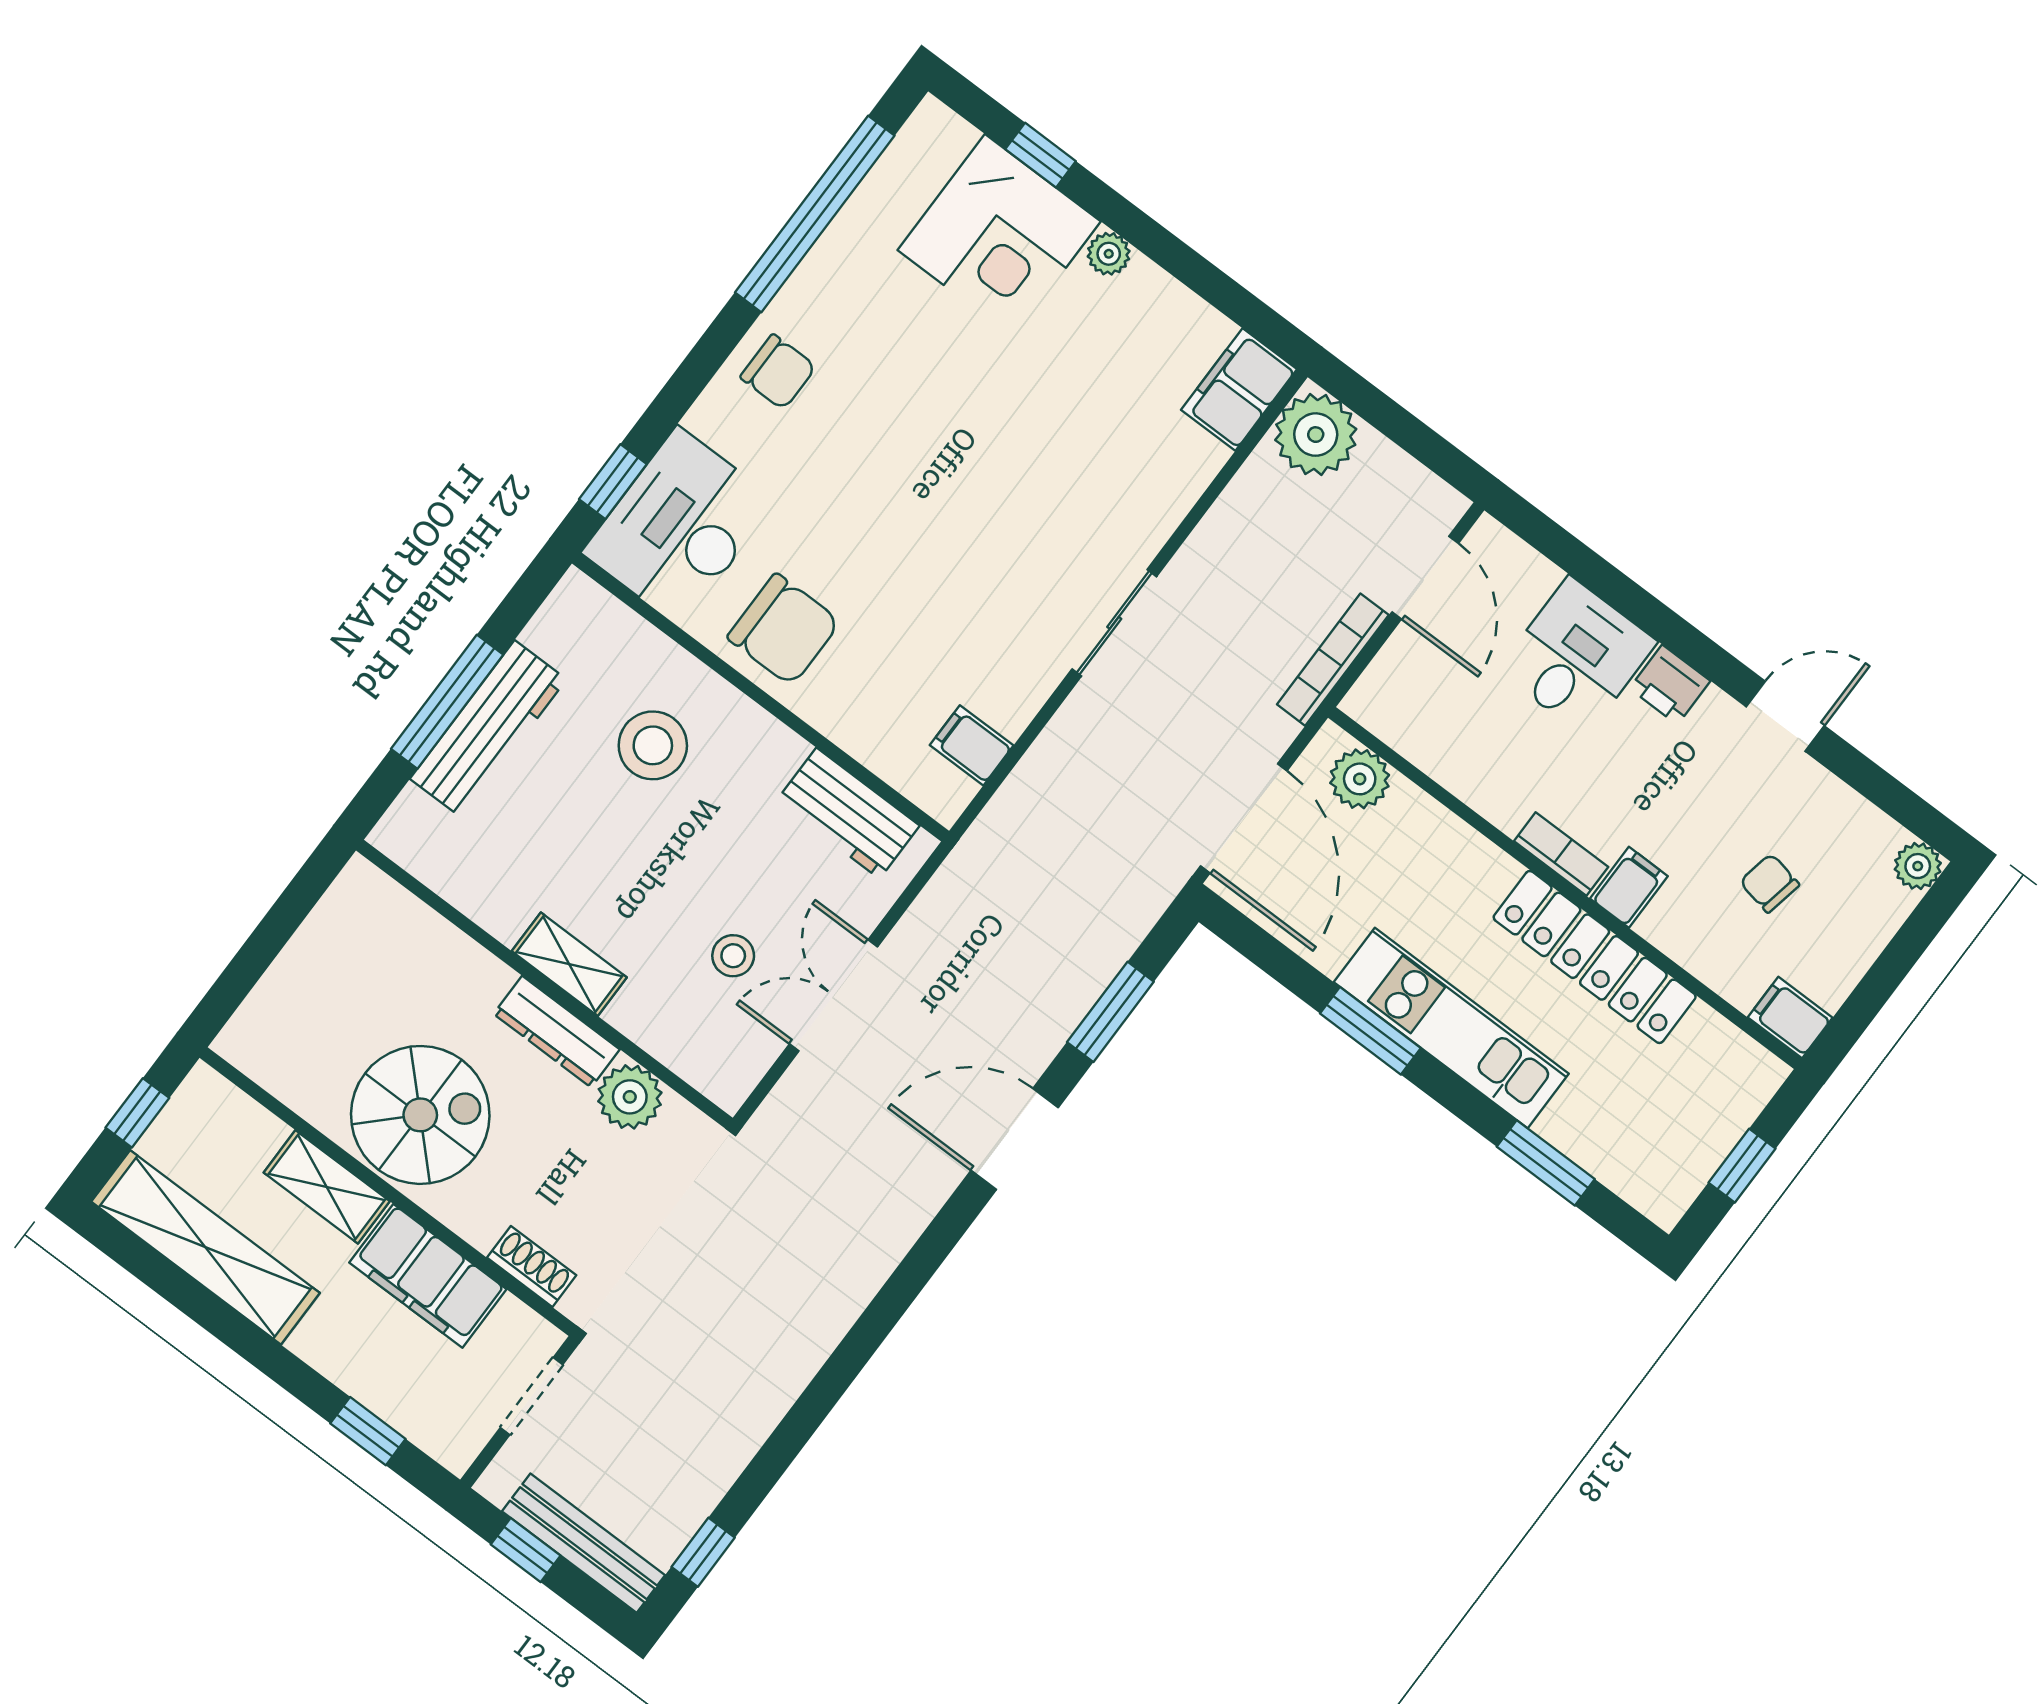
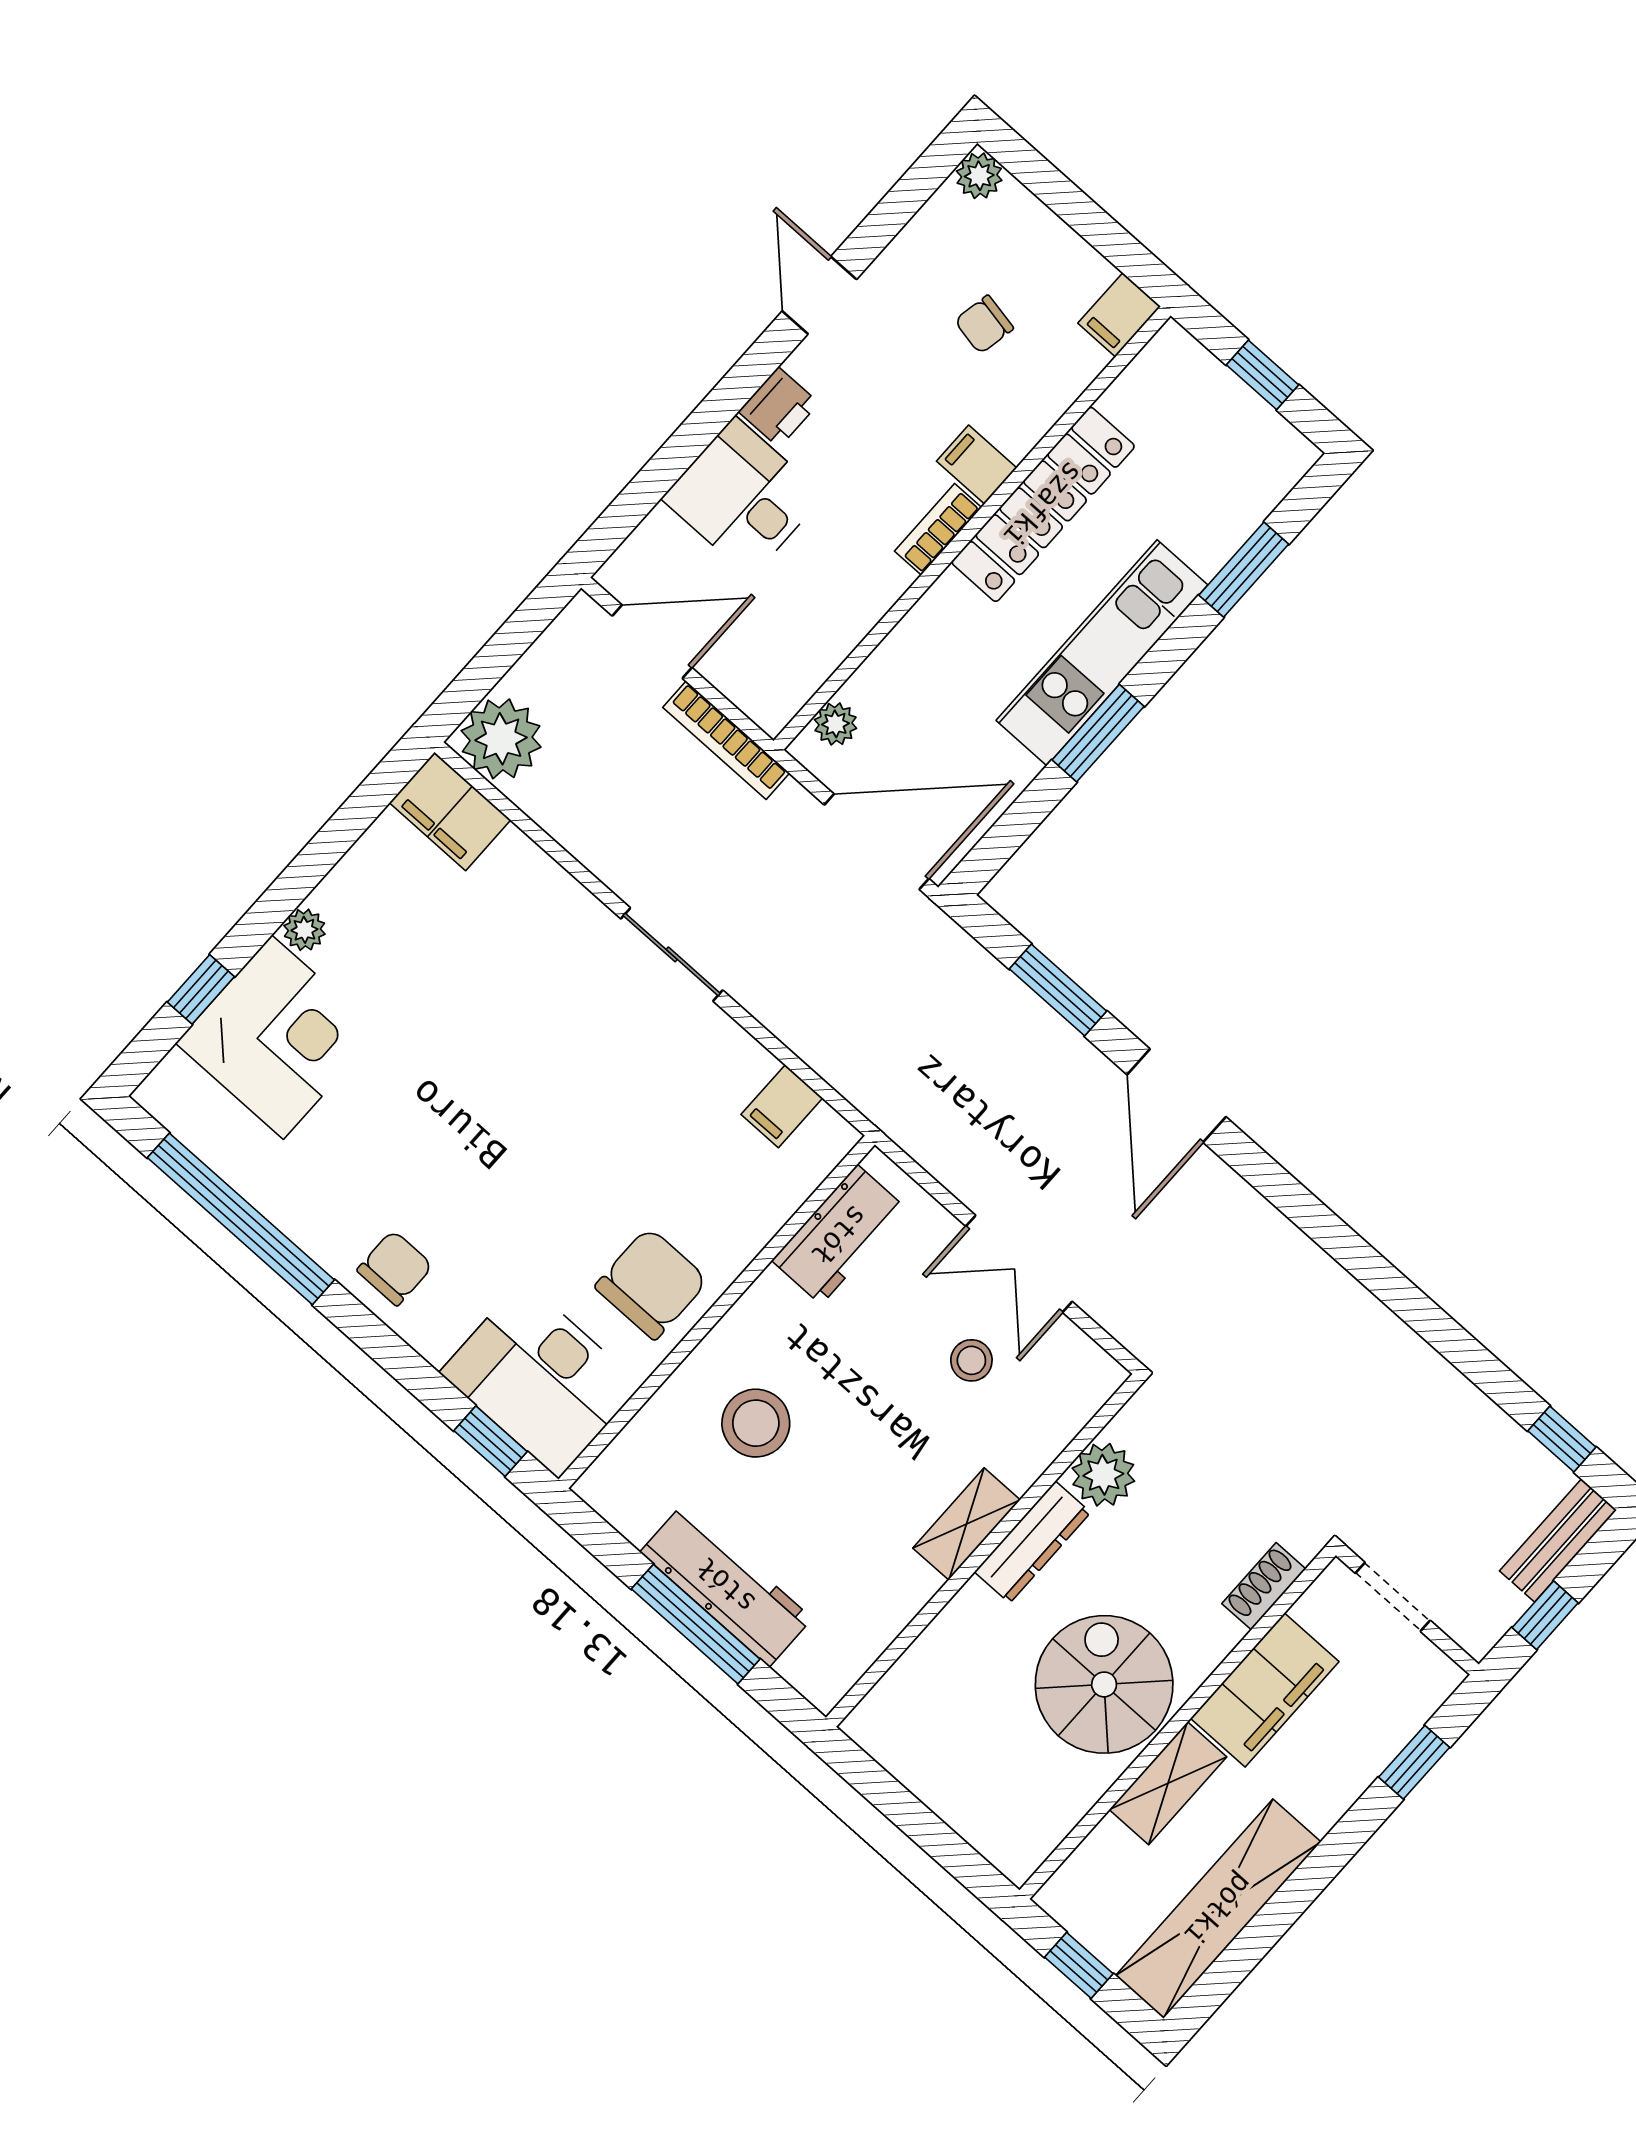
plant: (1360, 779) -> (836, 724), width x0.73, depth x0.73
bench: (583, 1543) -> (1558, 1540), width x0.73

